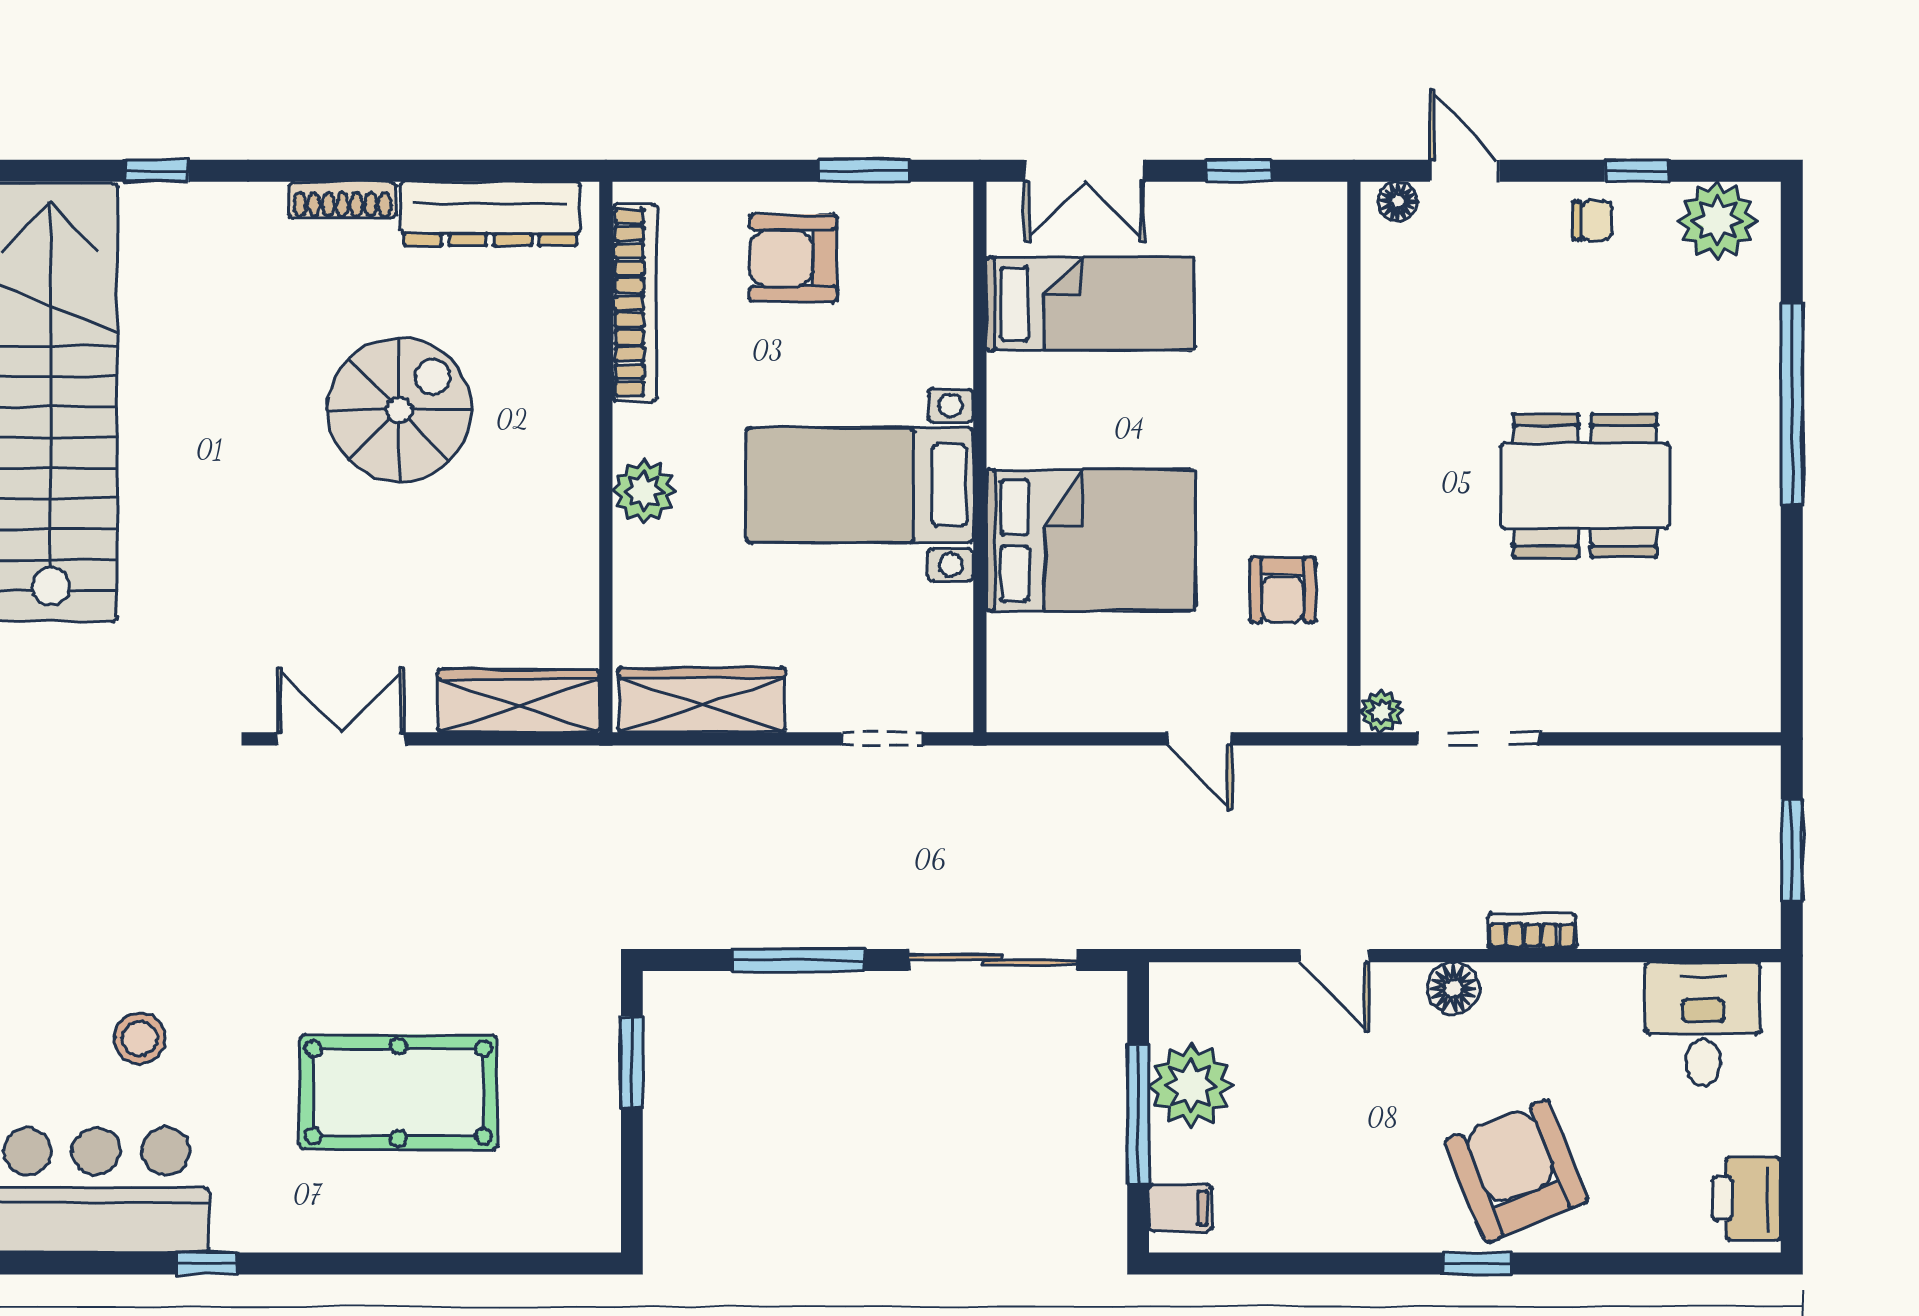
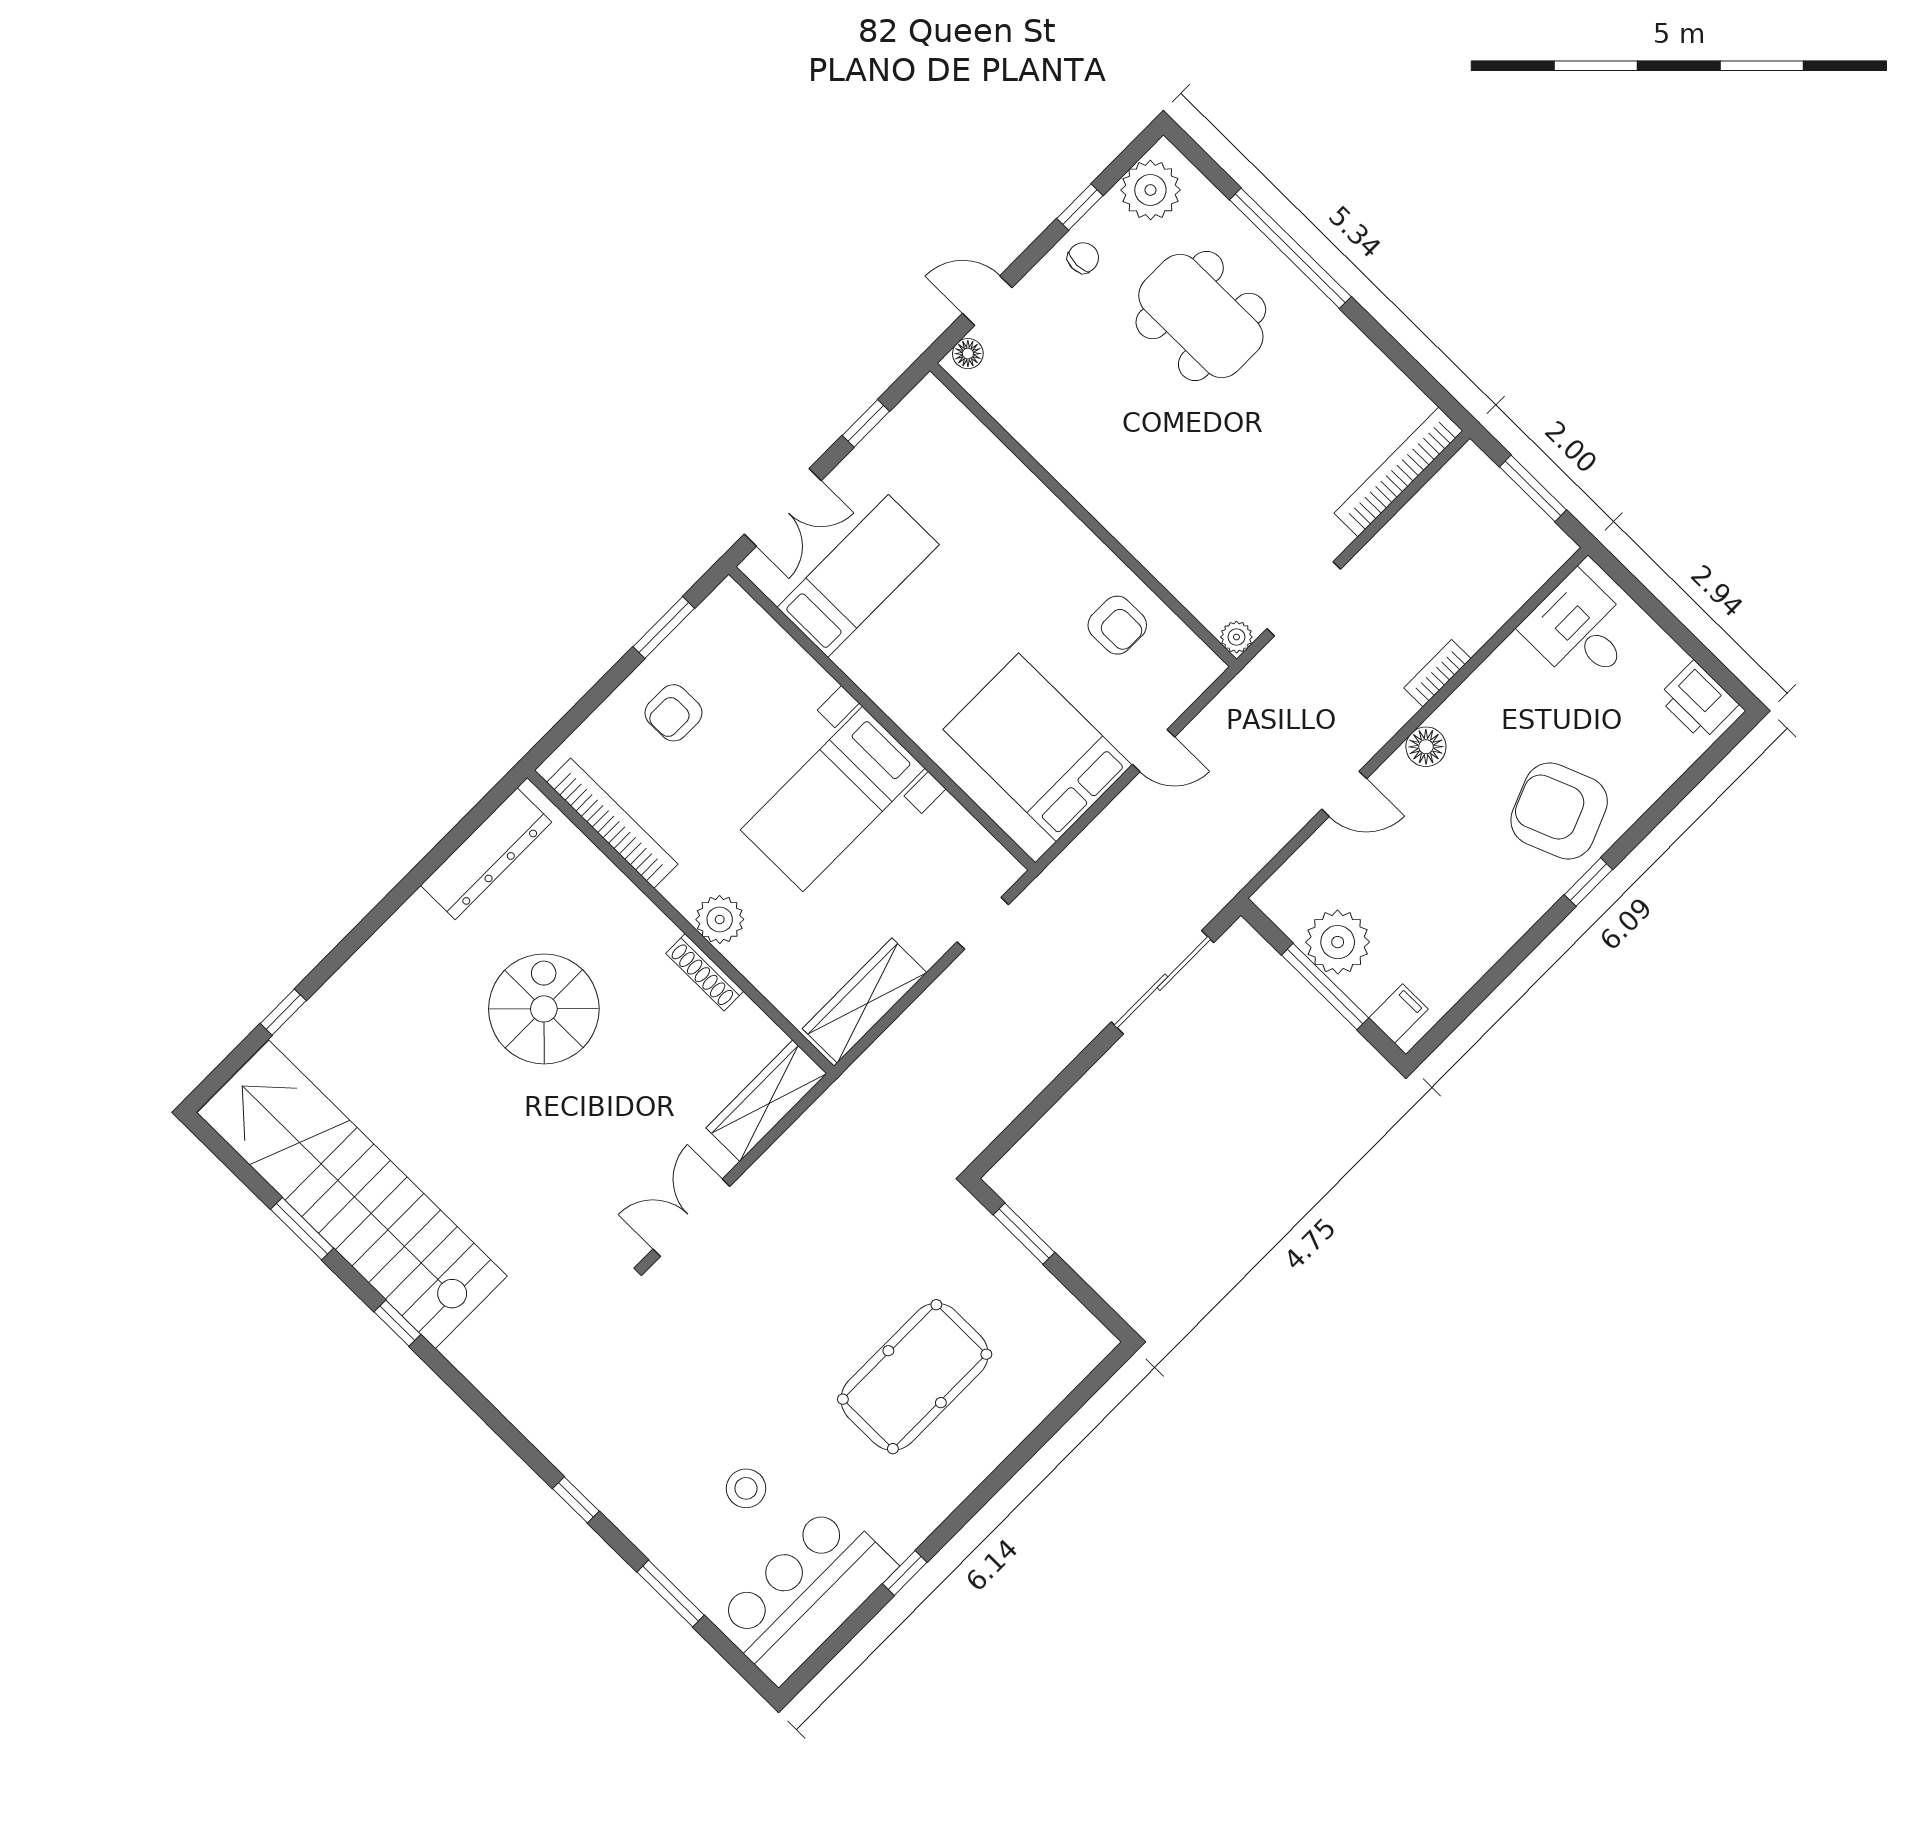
shoe rack: (342, 200) -> (705, 972), moved, turned 90
armchair: (793, 258) -> (674, 713), width x0.72, depth x0.72
dining table: (1585, 486) -> (1201, 316), moved, turned 90
bed: (1091, 540) -> (1038, 747), moved, turned -90
bookcase: (1683, 710) -> (1398, 472), added
window: (798, 960) -> (1058, 1088), removed

